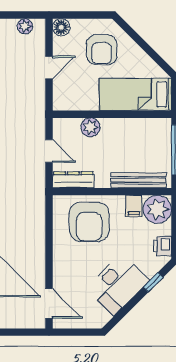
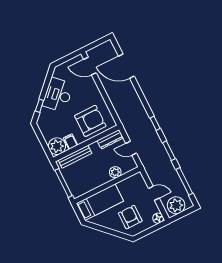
plant: (25, 26) -> (176, 205), width x1.87, depth x1.87
door: (49, 67) -> (154, 193), swing flipped
armchair: (89, 222) -> (90, 121), turned 90
printer: (163, 246) -> (44, 128), removed

